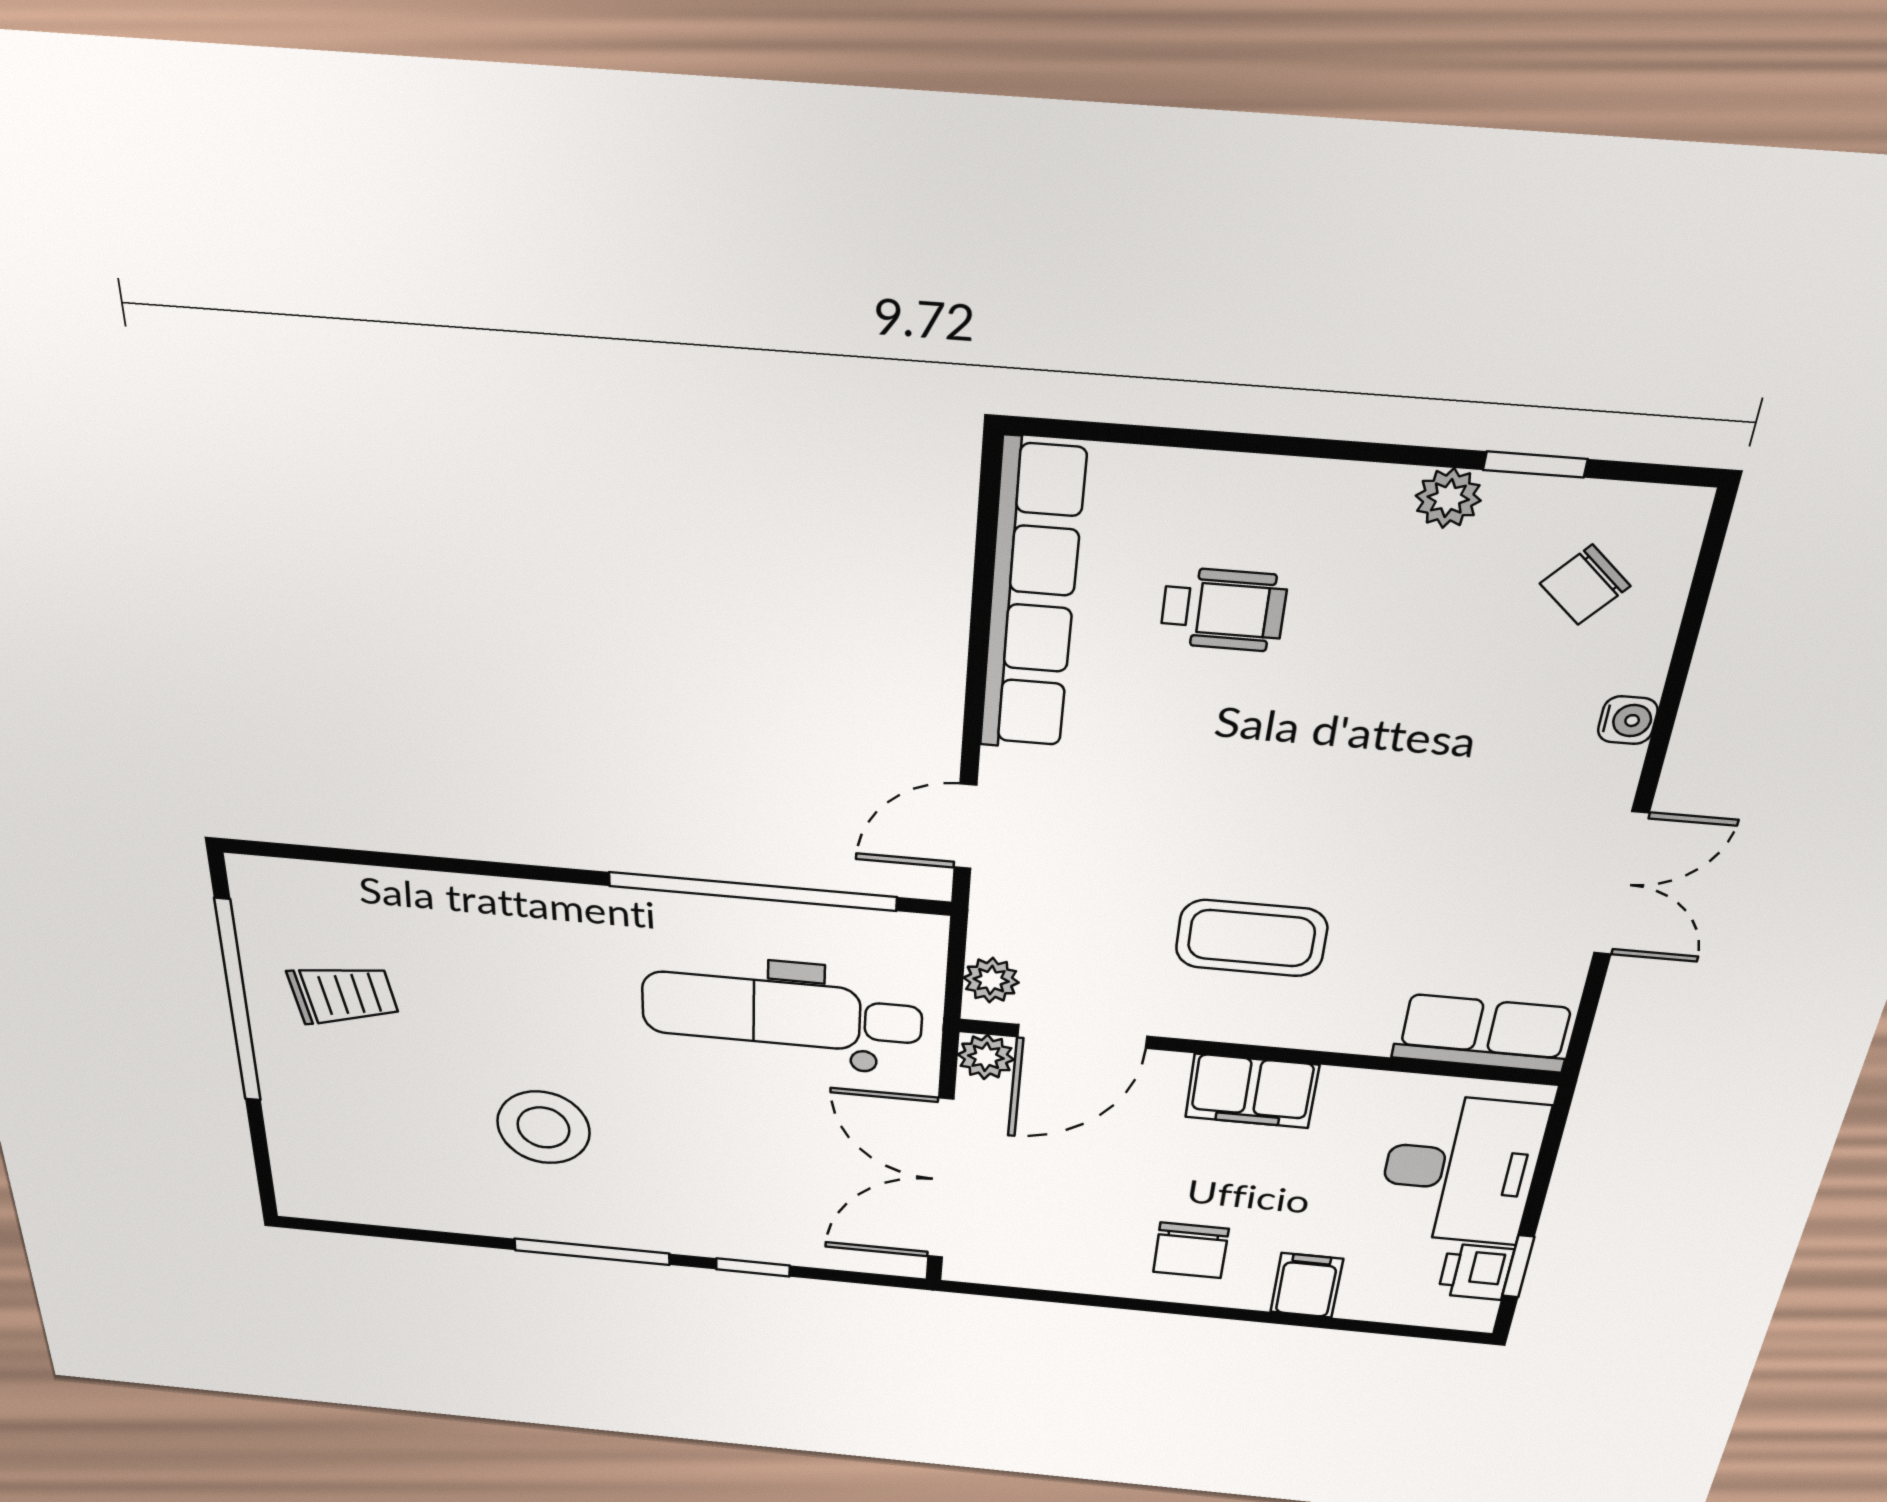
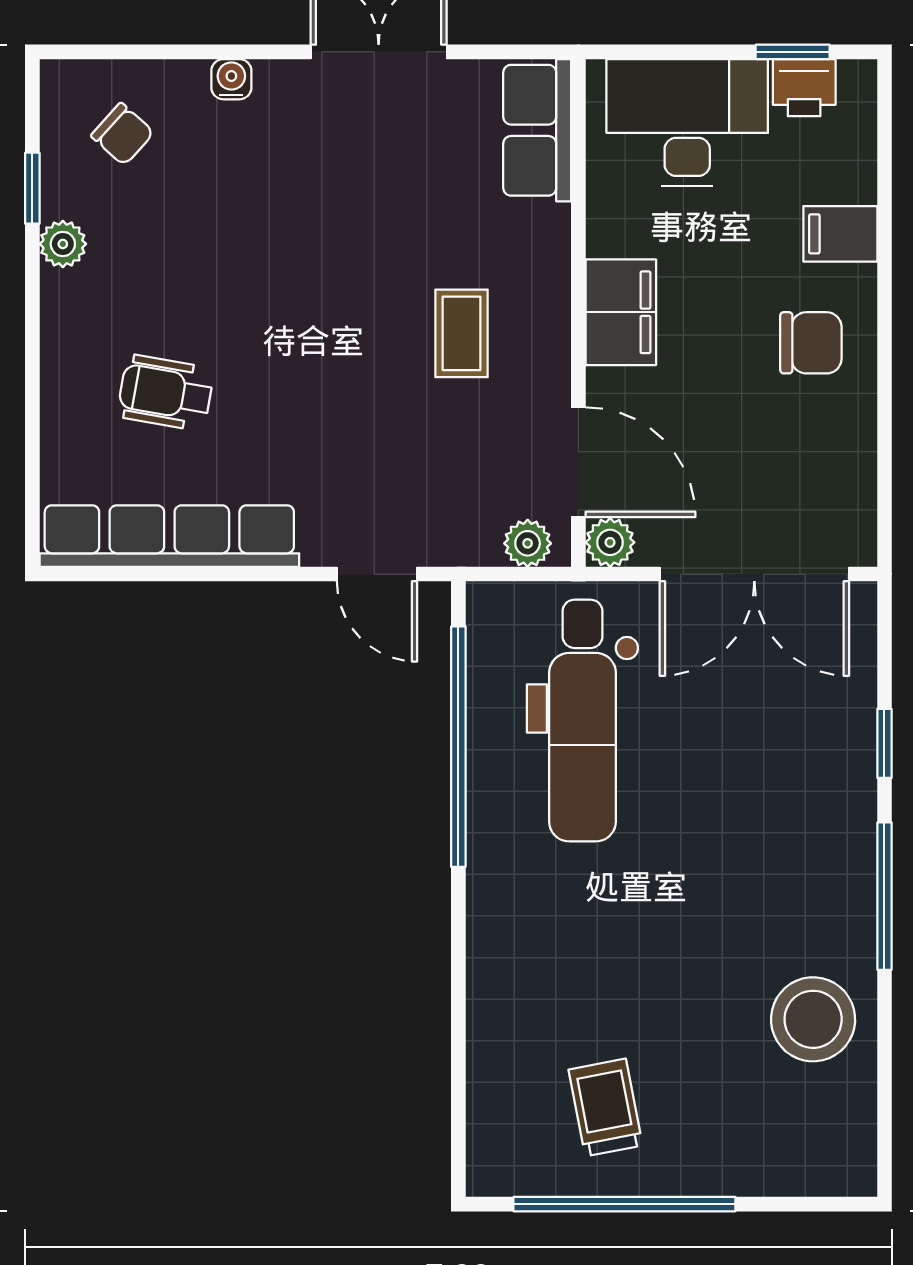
wheelchair: (1223, 610) -> (166, 393), turned -80
coffee table: (1251, 938) -> (462, 333), width x0.73, depth x0.77
stool: (543, 1127) -> (813, 1019), moved

